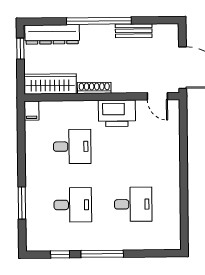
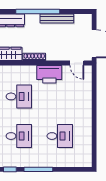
bench: (134, 31) -> (57, 19), width x1.36

